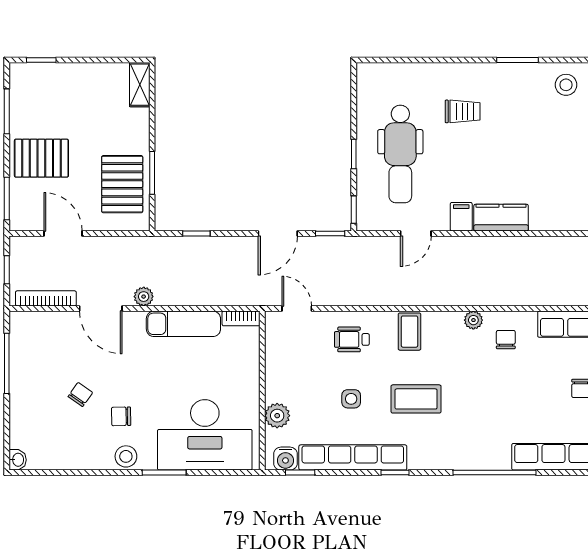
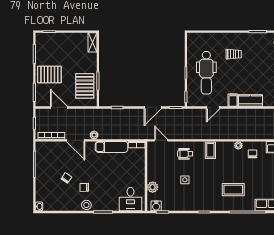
coffee table: (416, 399) -> (233, 190), moved
desk: (205, 435) -> (130, 199), width x0.53, depth x0.77
row of seats: (353, 457) -> (186, 205), removed

